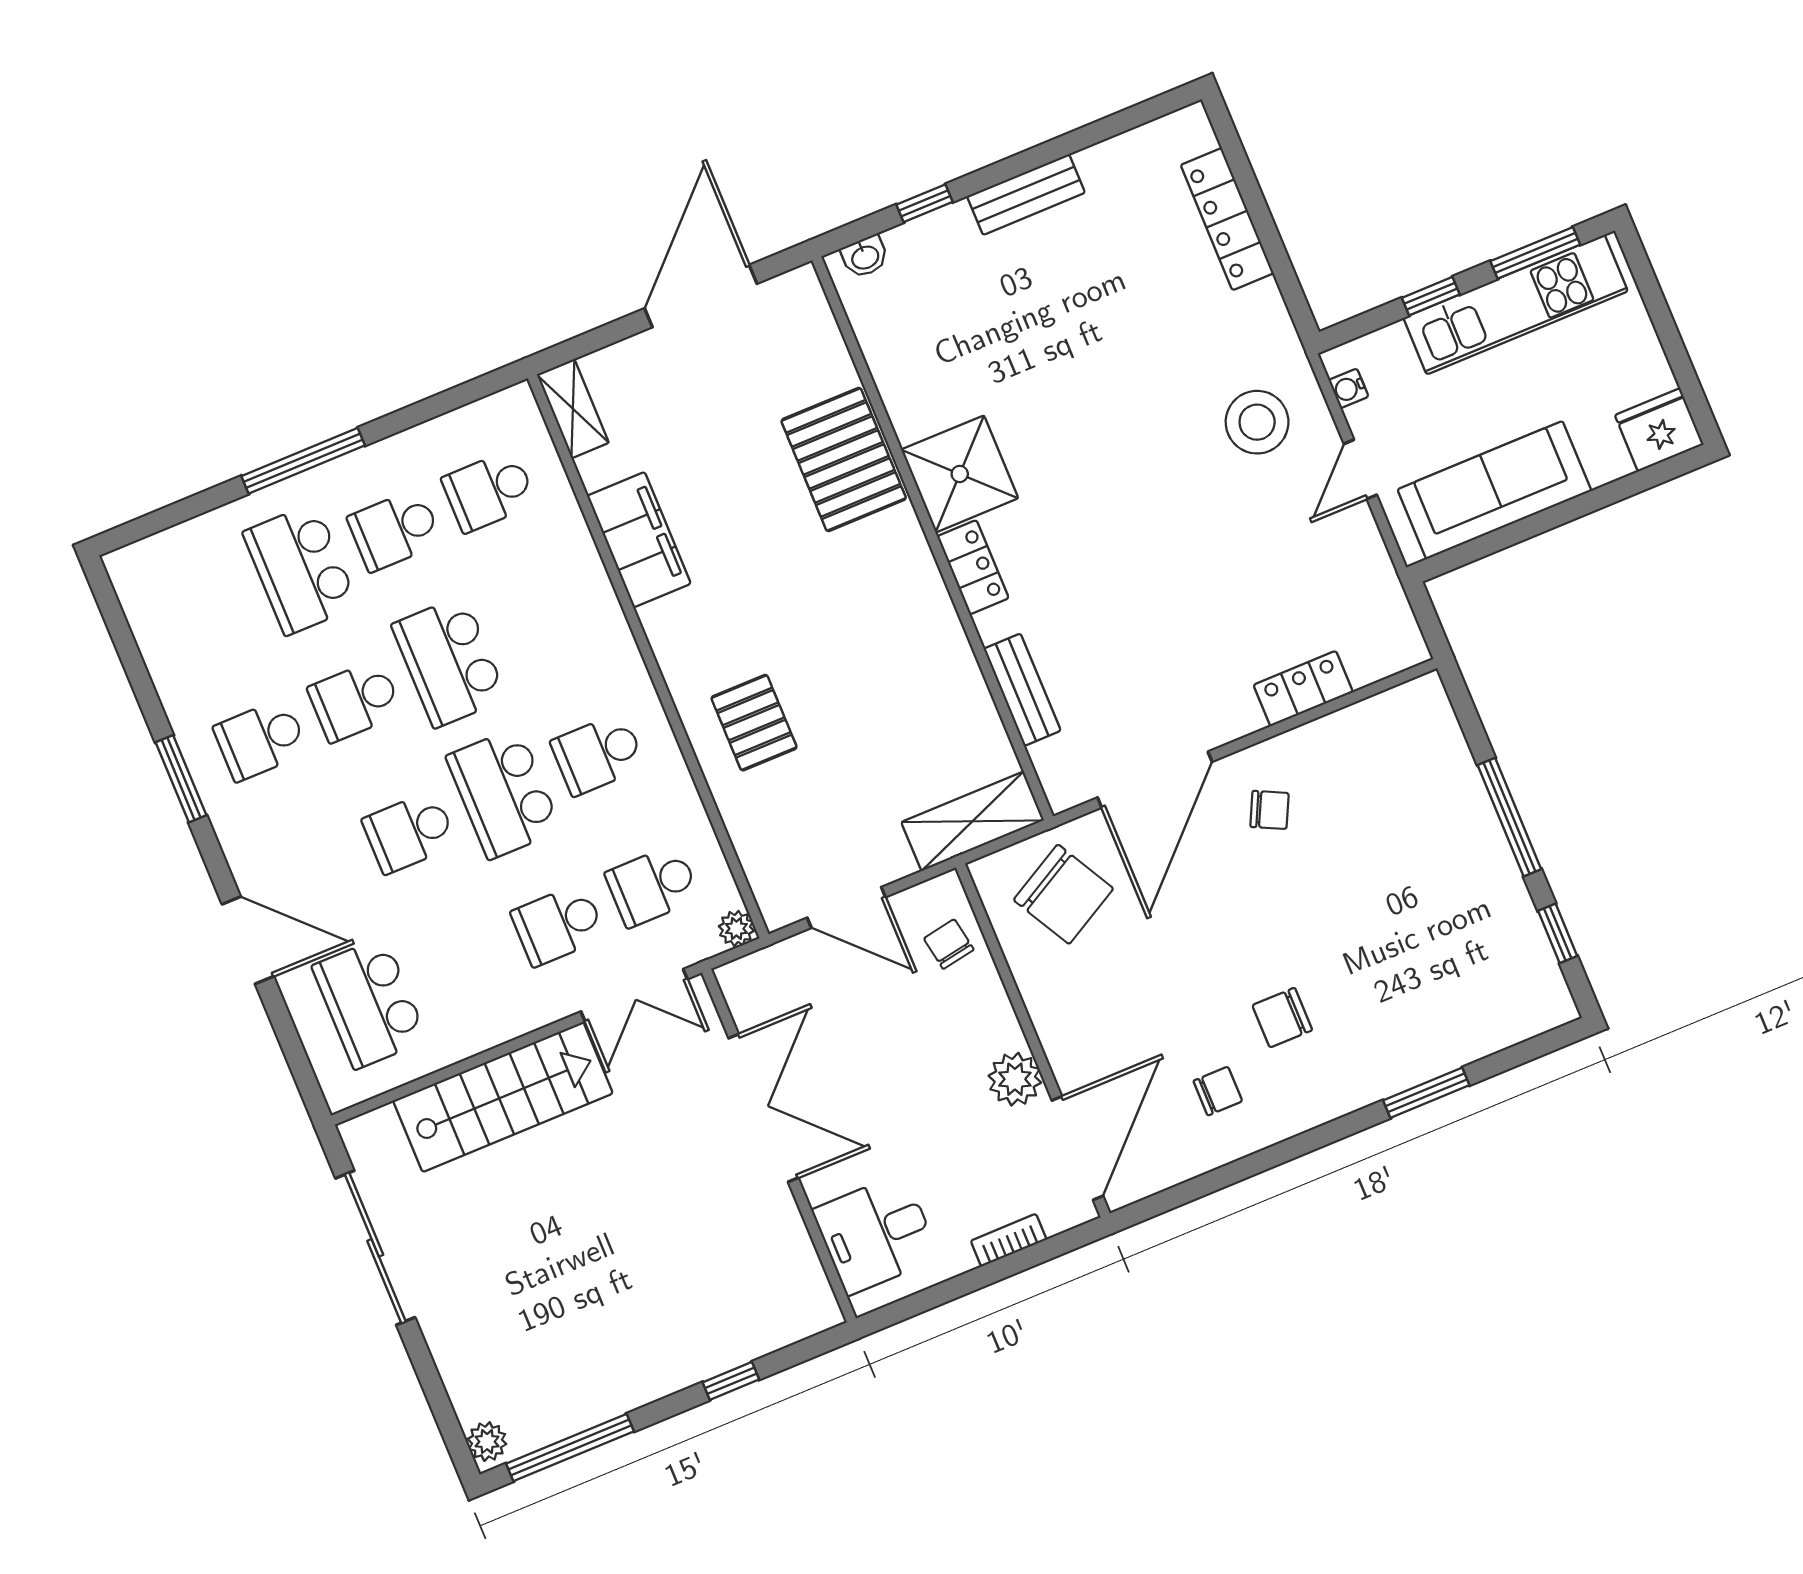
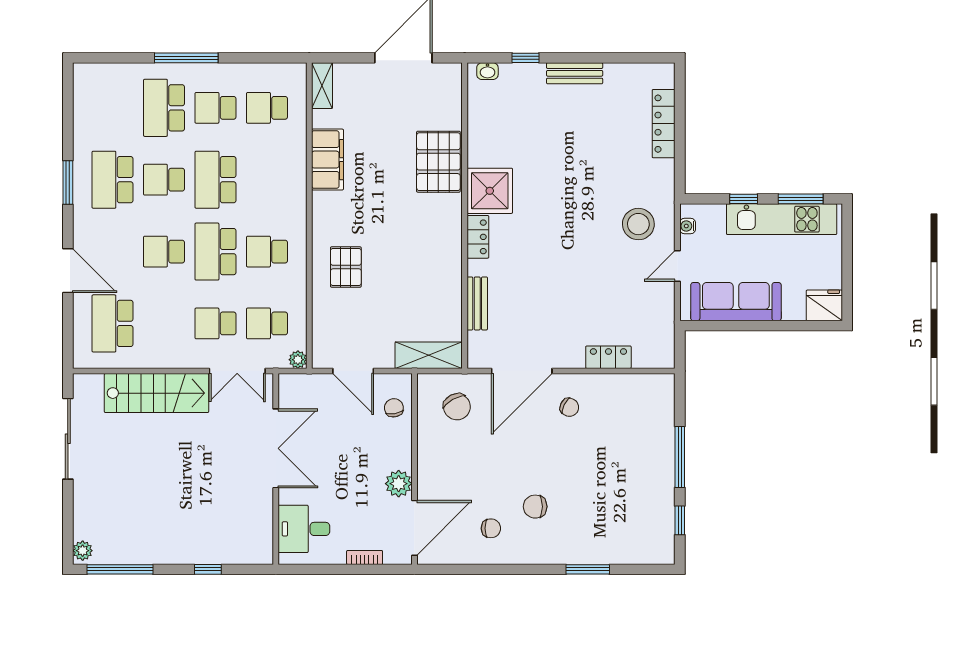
school desk: (261, 740) -> (112, 180), width x1.85
chair: (1063, 894) -> (457, 407), width x0.73, depth x0.73

